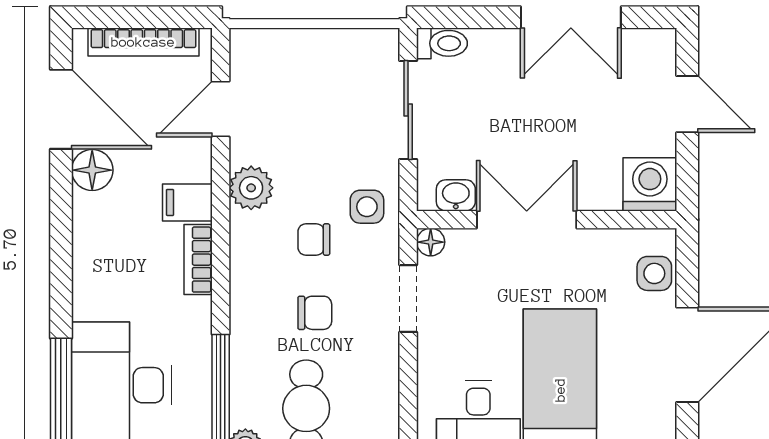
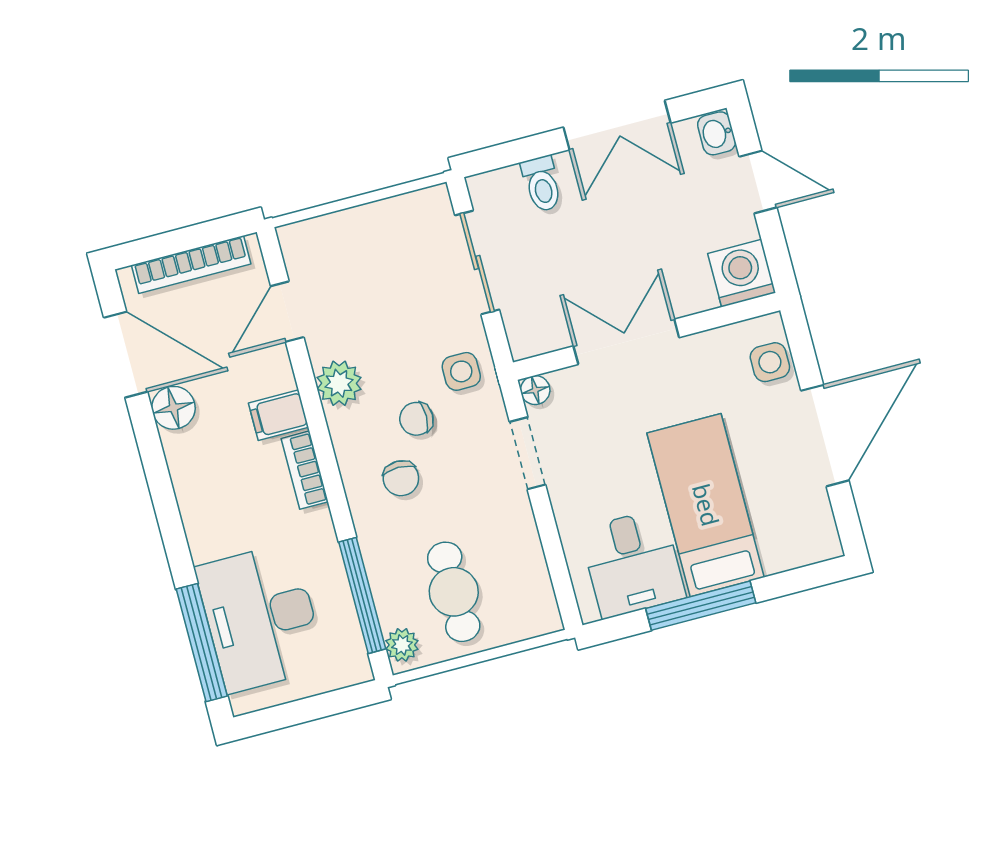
toilet: (442, 43) -> (542, 184), moved, turned 90
washbasin: (456, 195) -> (717, 133), moved, turned -90
chair: (315, 313) -> (401, 478), moved, turned 90

